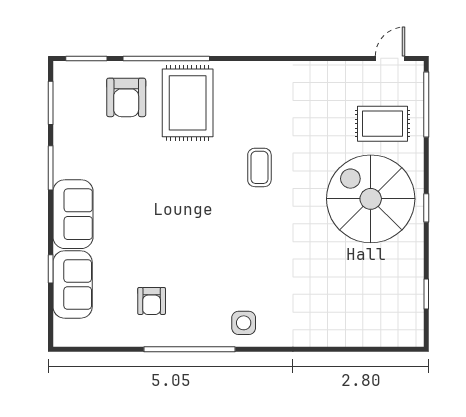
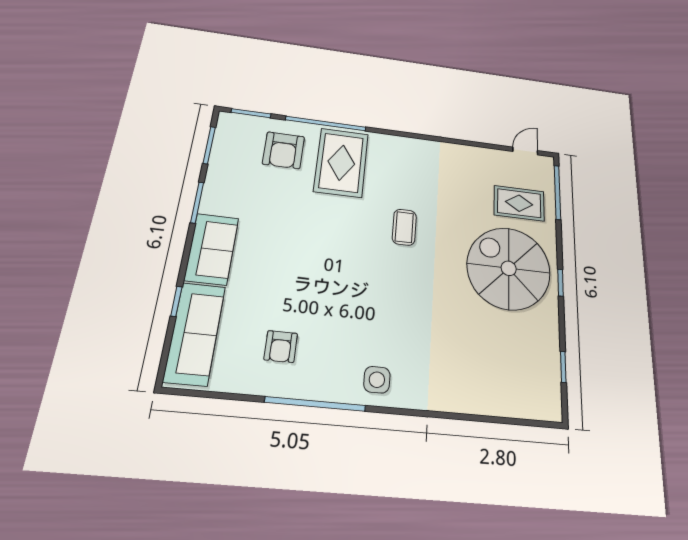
sofa: (73, 284) -> (195, 333), width x1.36

